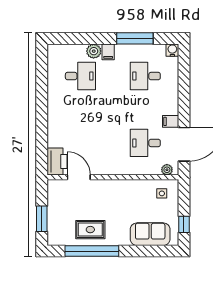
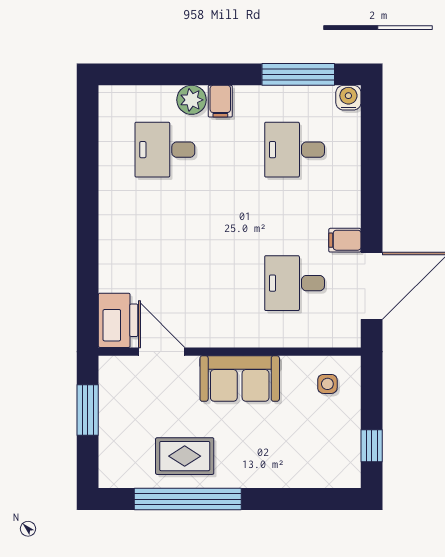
window: (135, 38) -> (298, 74), moved
desk: (80, 76) -> (165, 150), turned 180
plant: (167, 170) -> (338, 337), removed
window: (42, 219) -> (88, 410), moved
sofa: (150, 234) -> (240, 379), moved, turned 180

